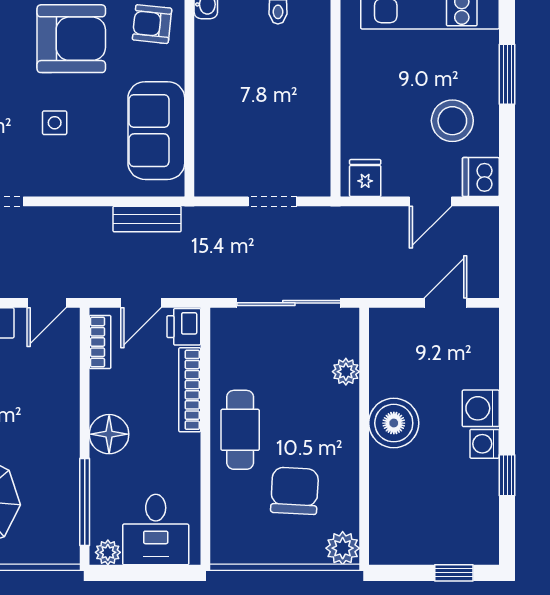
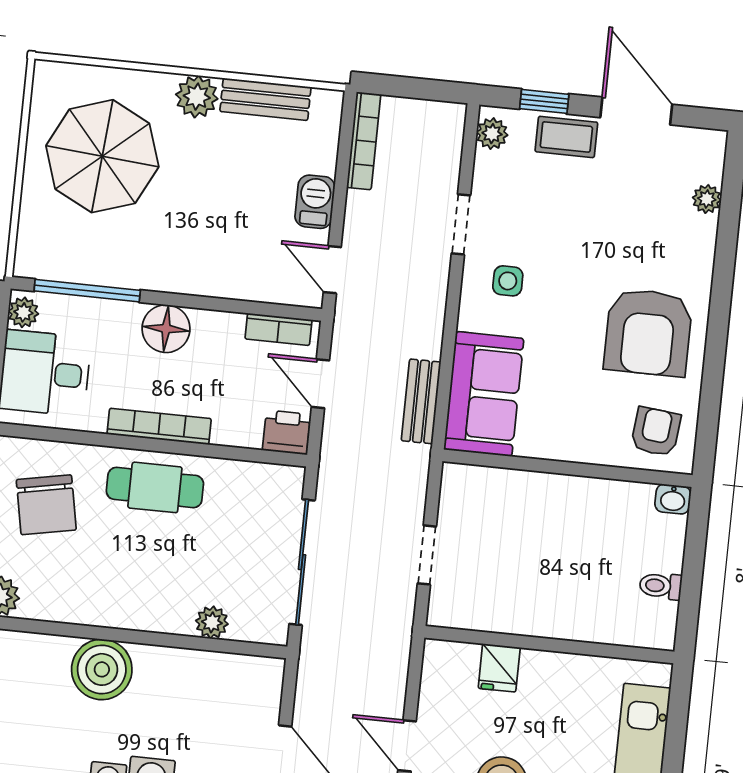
side table: (55, 123) -> (508, 281), moved
sofa: (156, 131) -> (484, 394), moved, turned 90
fridge: (365, 178) -> (499, 668), moved, turned 90
bookcase: (190, 390) -> (159, 426), moved
boiler: (394, 423) -> (102, 669), moved
chair: (295, 491) -> (46, 505), moved, turned 76

